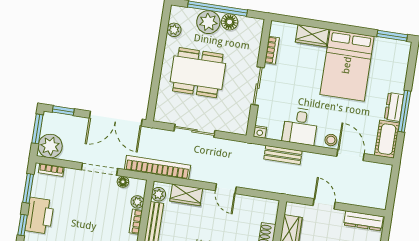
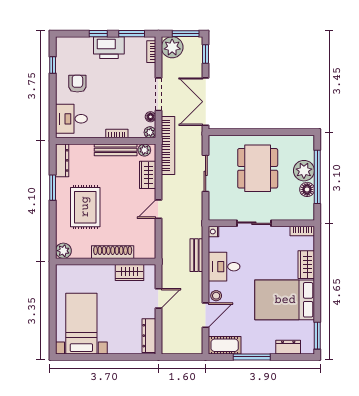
plant: (174, 30) -> (292, 141), removed
bookcase: (272, 50) -> (302, 231), moved
dresser: (394, 107) -> (288, 347), moved
plant: (137, 202) -> (150, 132), moved

